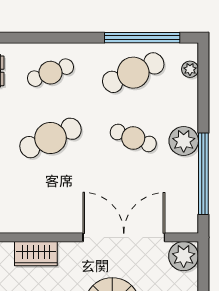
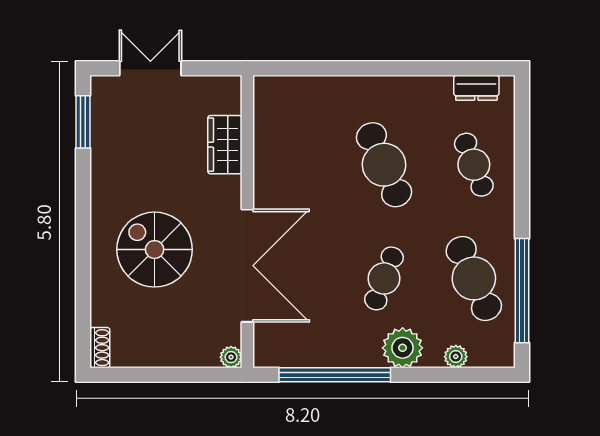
plant: (190, 69) -> (456, 357), moved
plant: (184, 141) -> (403, 348), moved
plant: (184, 256) -> (231, 357), width x0.53, depth x0.53

